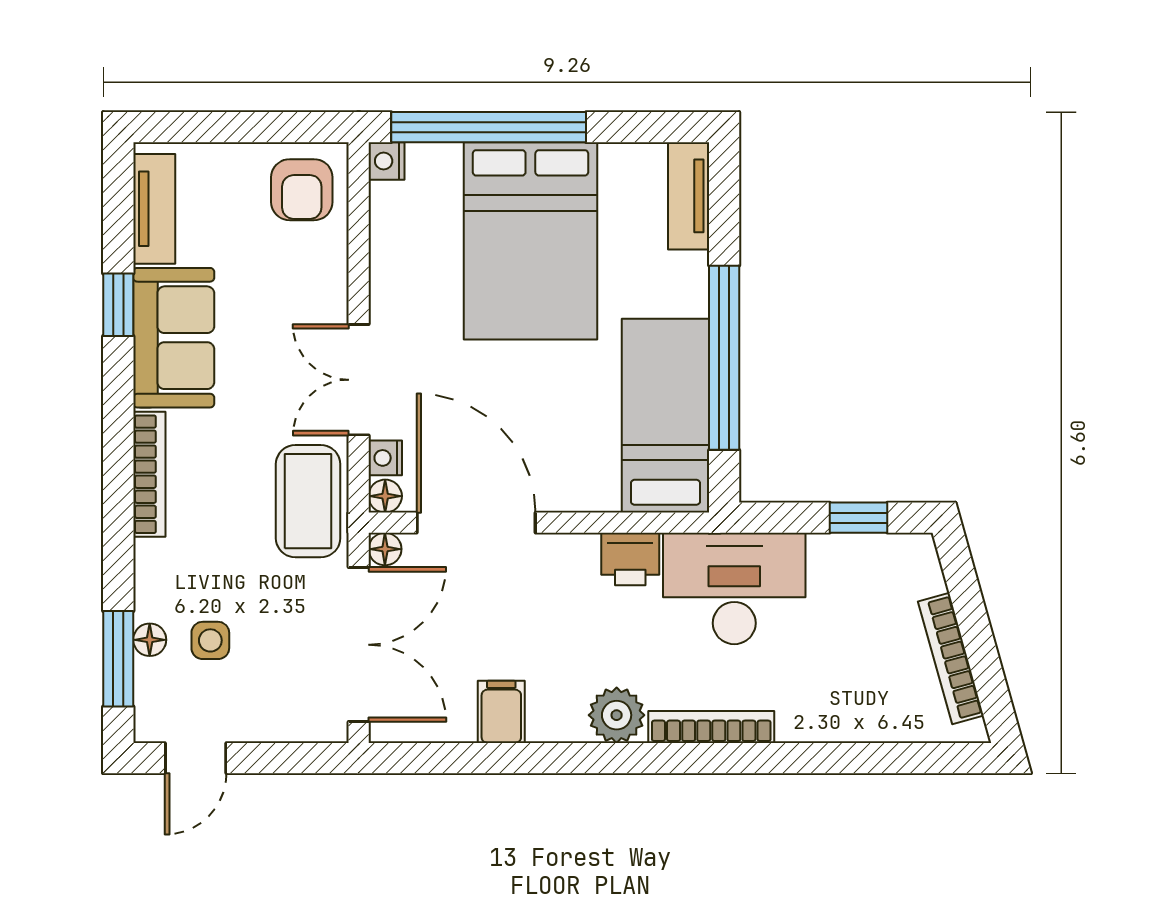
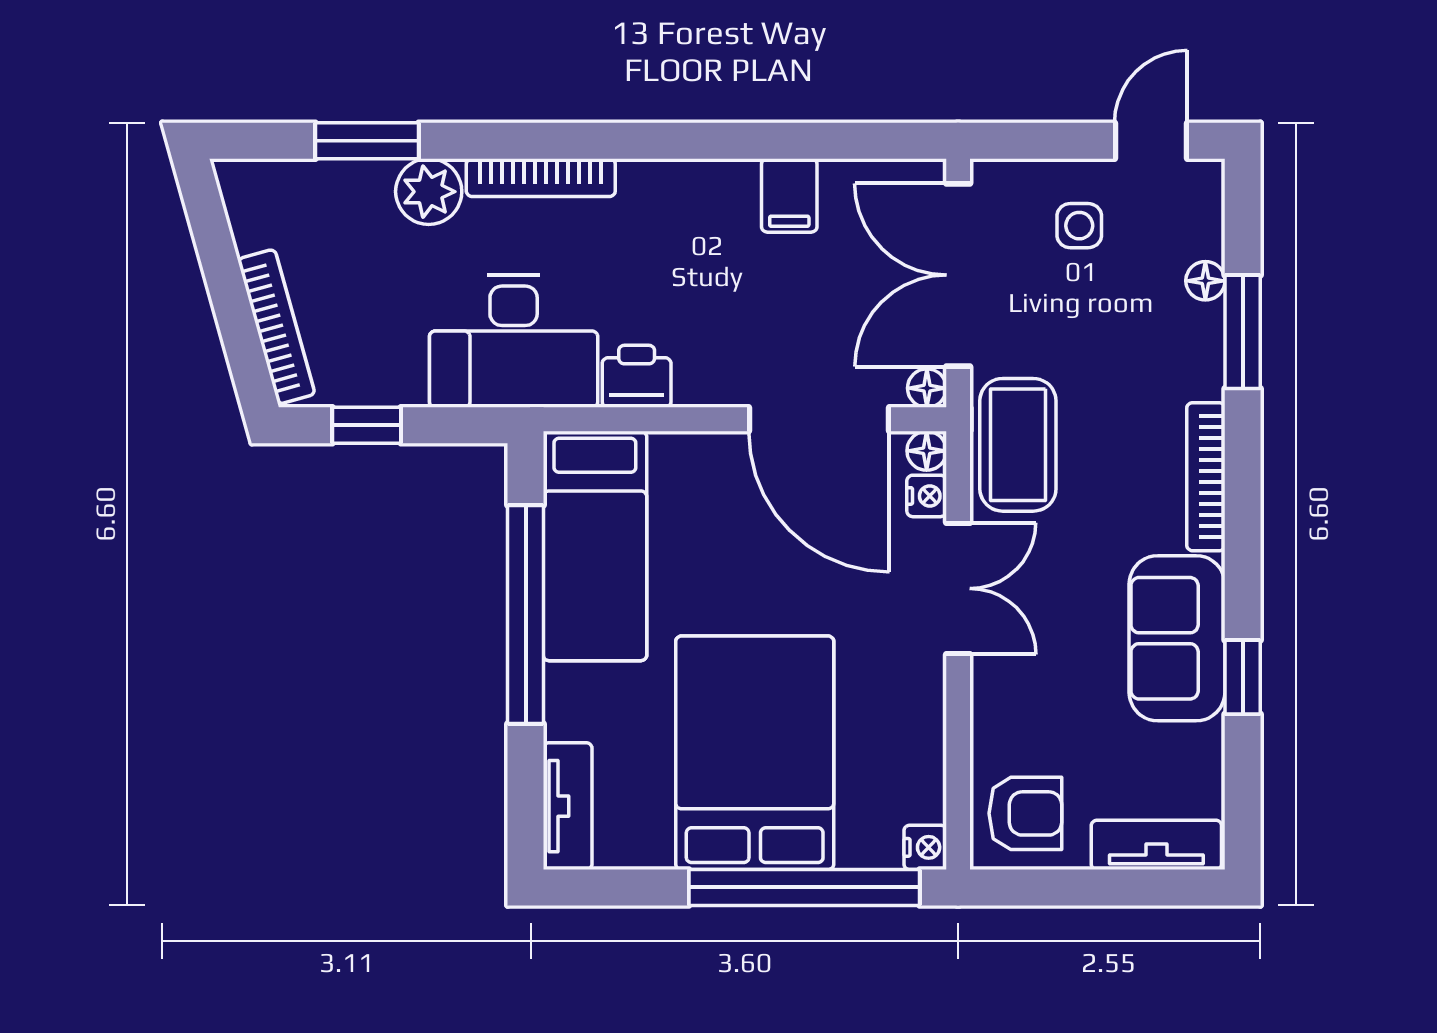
armchair: (302, 190) -> (1025, 813), turned 90
tv unit: (154, 209) -> (1156, 845), moved, turned 90
side table: (210, 640) -> (1079, 226), moved
window: (118, 659) -> (1243, 332), moved
bookcase: (951, 659) -> (276, 327), moved
plant: (617, 715) -> (429, 192), moved
window: (858, 758) -> (367, 141), added

